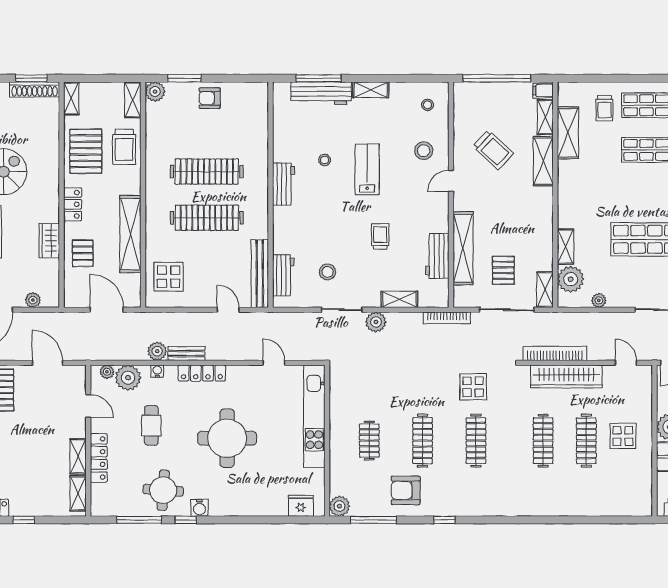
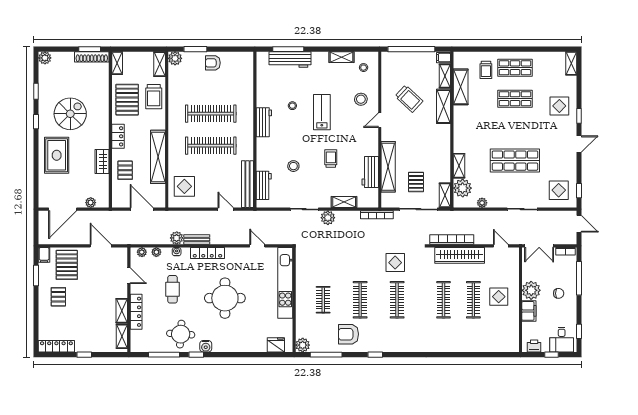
shelving: (371, 90) -> (341, 57), moved
stool: (328, 272) -> (293, 166), moved
plant: (128, 378) -> (156, 252), width x0.53, depth x0.53

